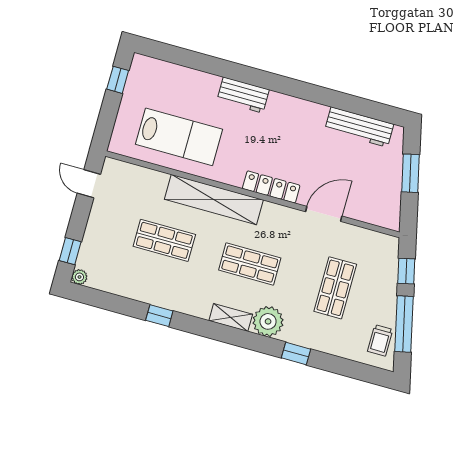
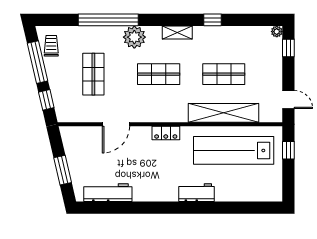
window: (118, 80) -> (288, 150), moved
lab bench: (179, 137) -> (234, 150), width x1.36
locker: (271, 187) -> (166, 133), width x0.66
shelving: (214, 199) -> (223, 113), moved
shelving: (231, 318) -> (177, 33), moved
window: (296, 353) -> (108, 20), width x3.17

